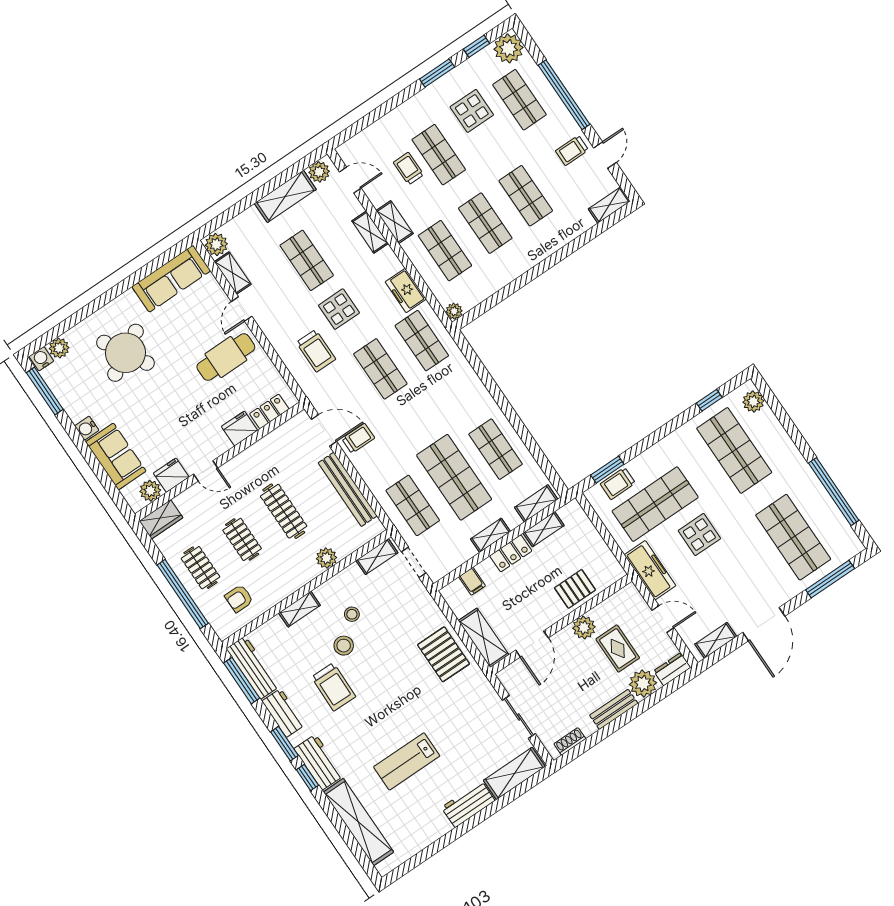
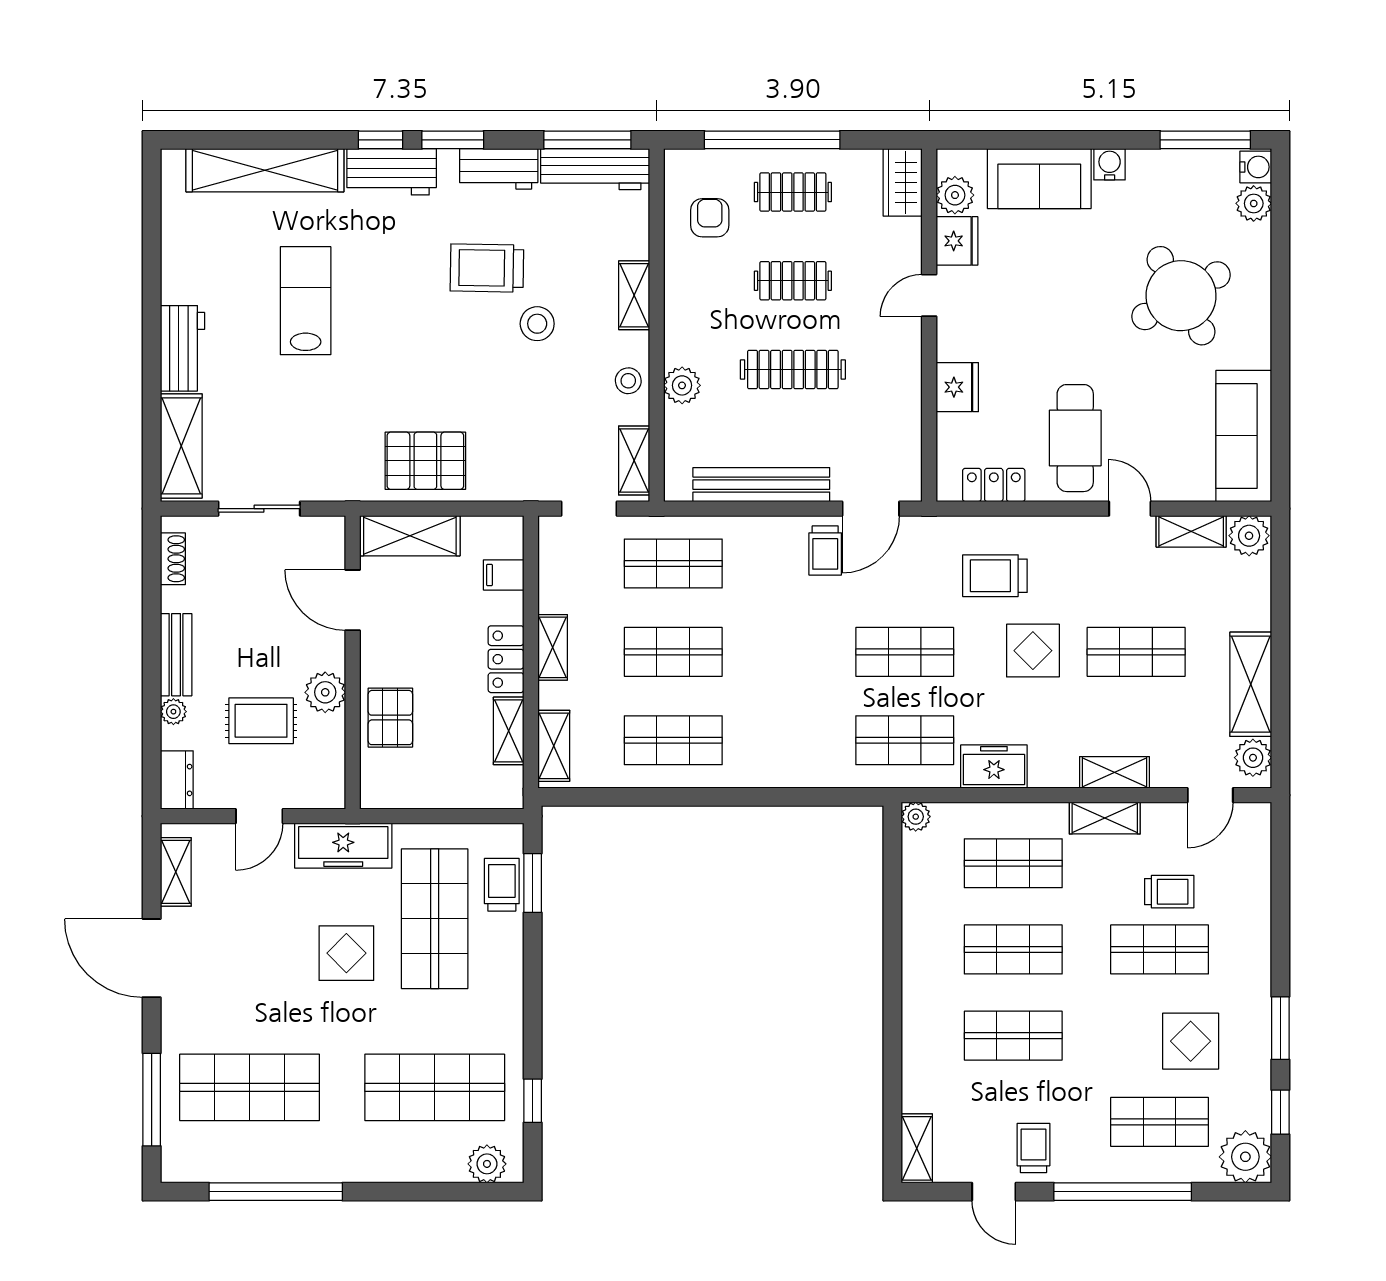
locker: (269, 411) -> (994, 485), moved, turned -90
shop shelf: (454, 477) -> (673, 652), width x0.70, depth x0.74
stool: (352, 614) -> (628, 381), moved
plant: (643, 684) -> (173, 712), width x0.53, depth x0.53

